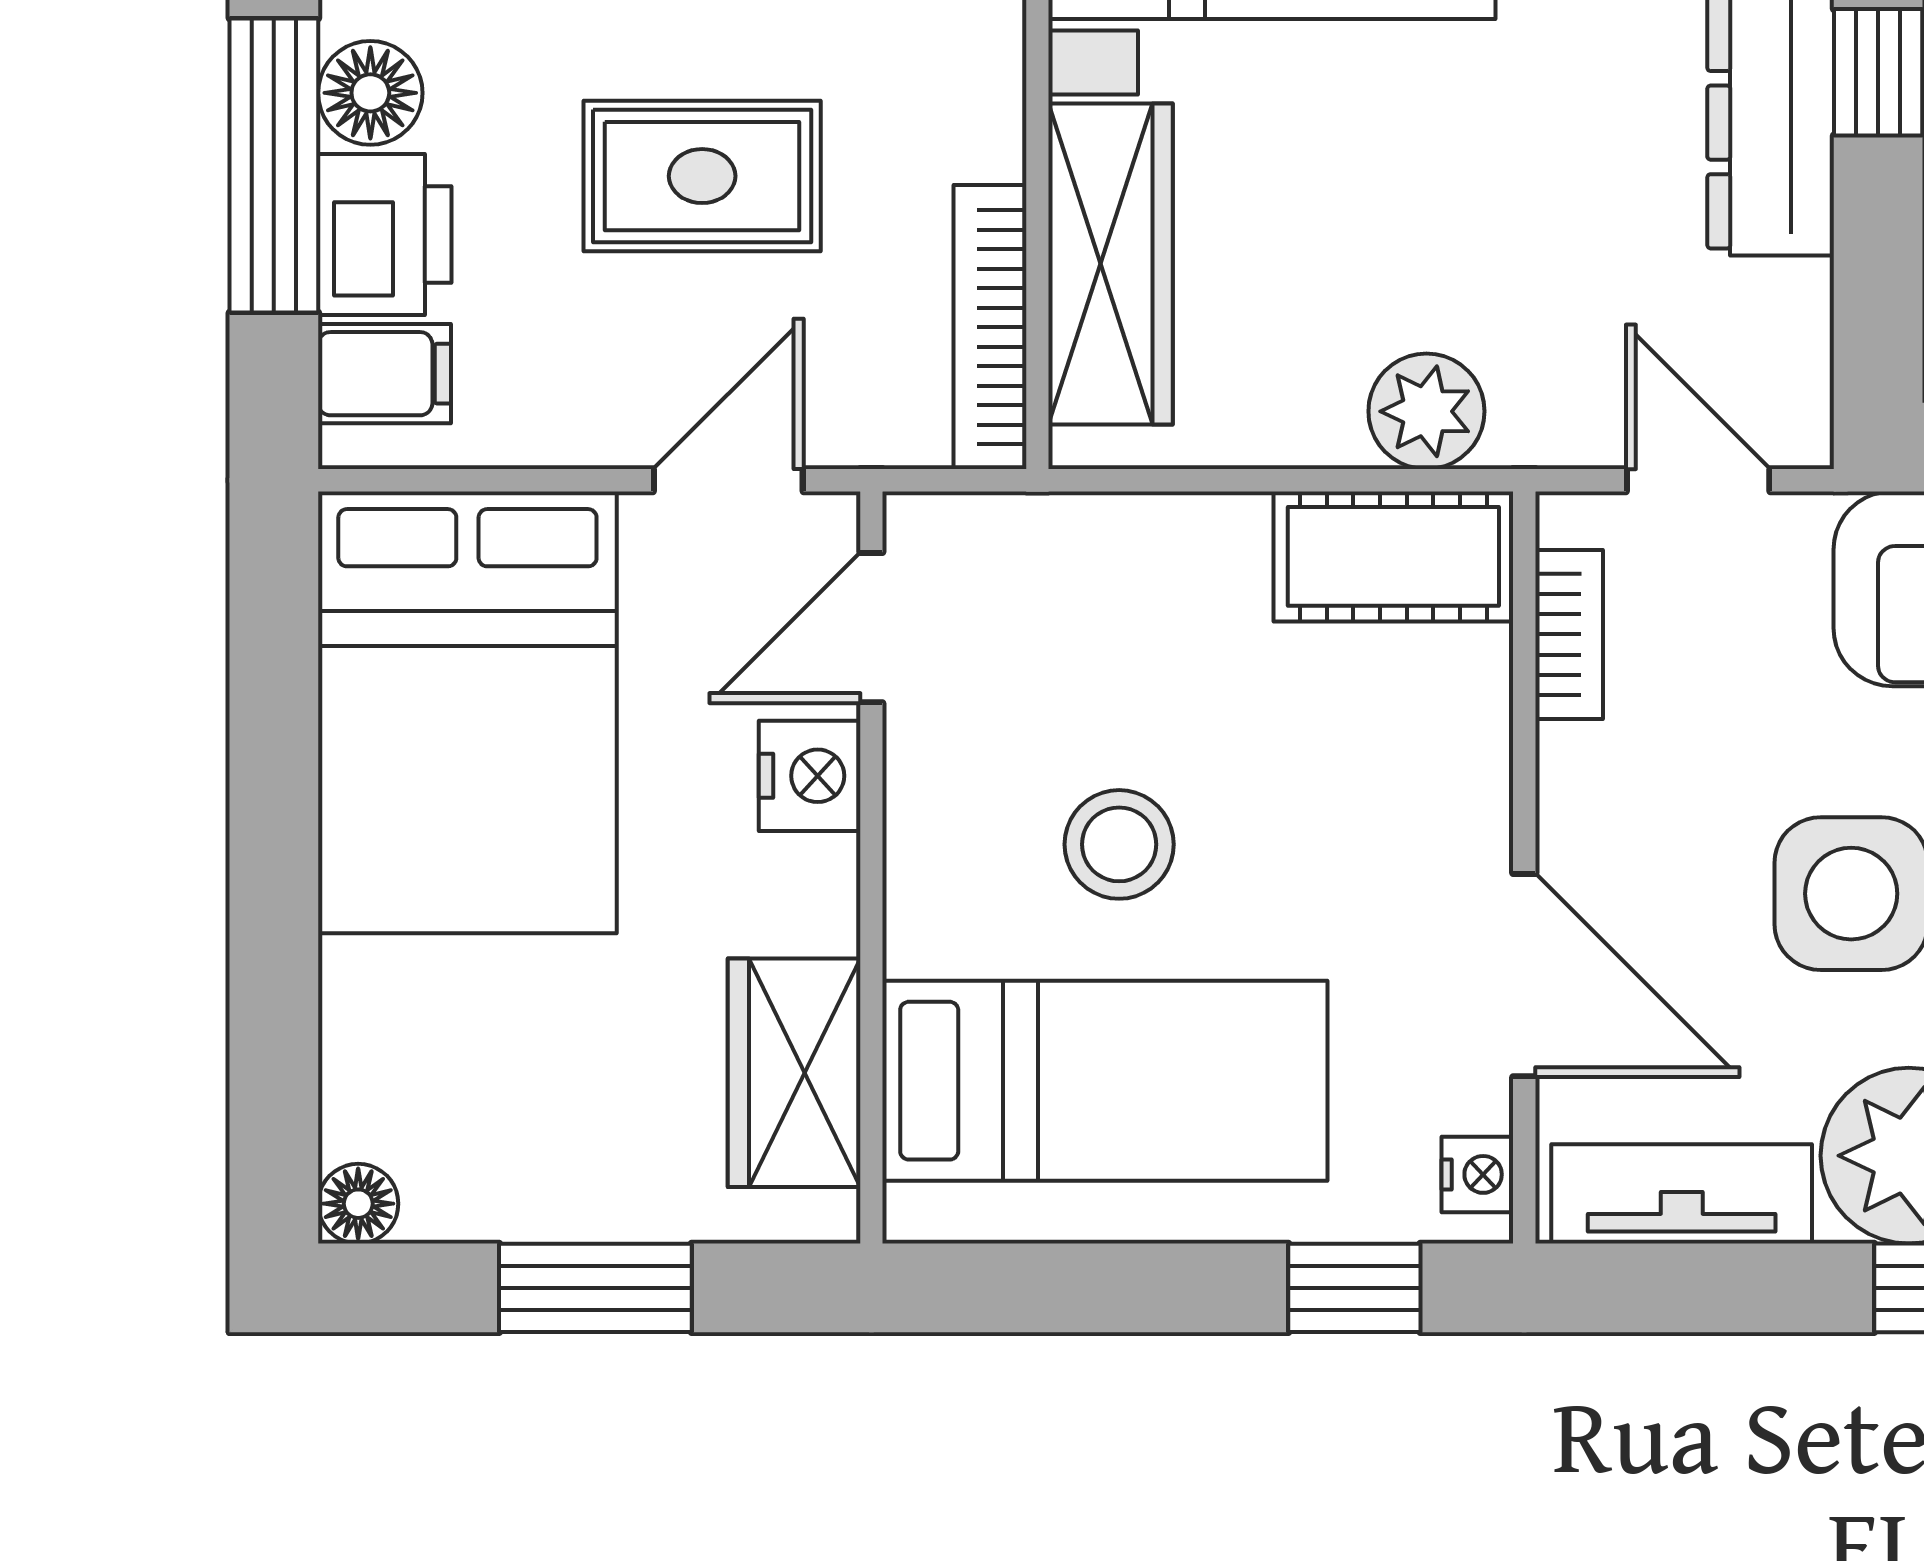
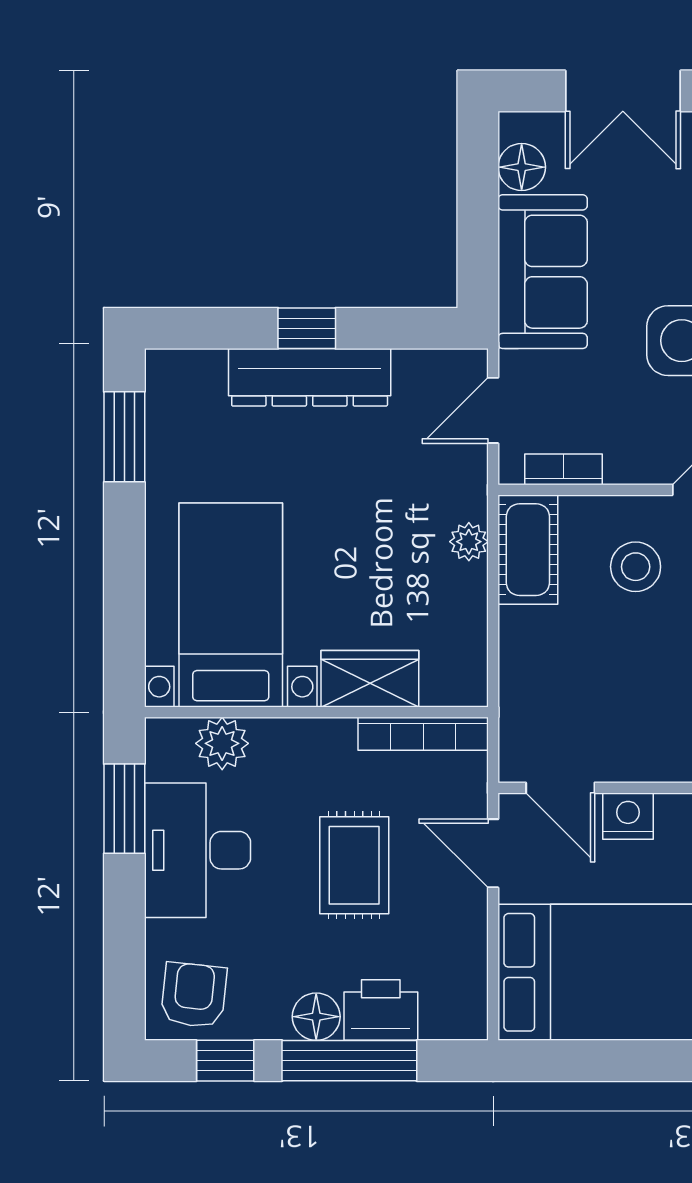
wardrobe: (1111, 264) -> (370, 679), width x0.67
filing cabinet: (385, 374) -> (444, 1010), removed
plant: (1426, 411) -> (469, 542), width x0.73, depth x0.73
stool: (1119, 844) -> (636, 567), moved

